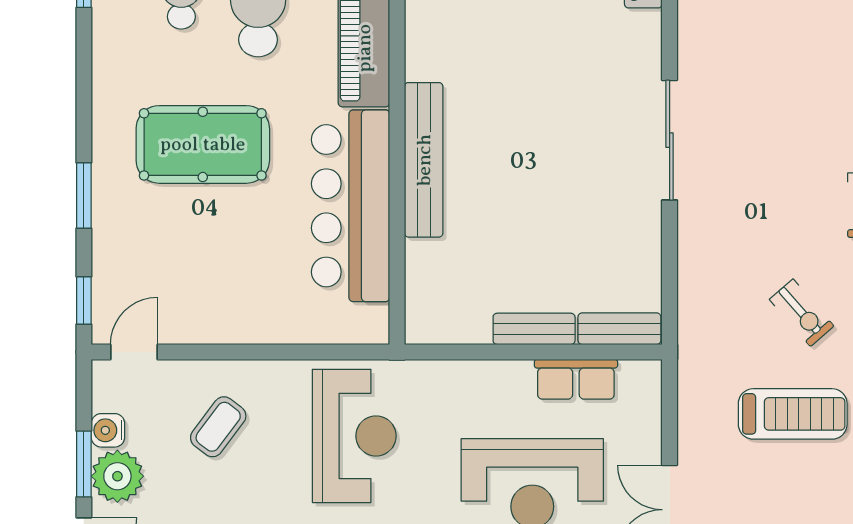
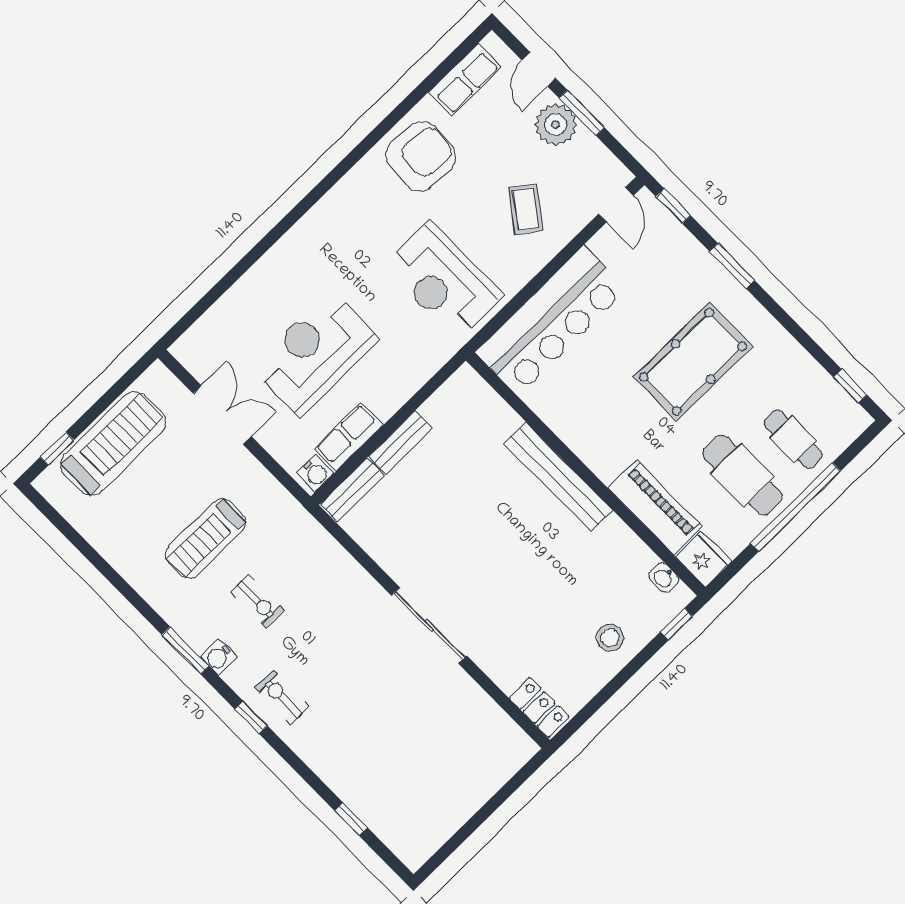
bar counter: (351, 206) -> (551, 321), moved, turned 90
exercise bike: (802, 313) -> (257, 601), turned -139
water cooler: (108, 430) -> (315, 473), moved, turned 90

